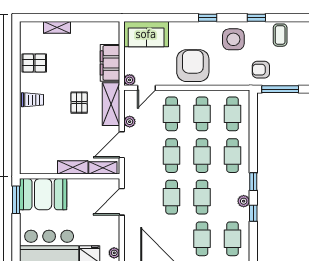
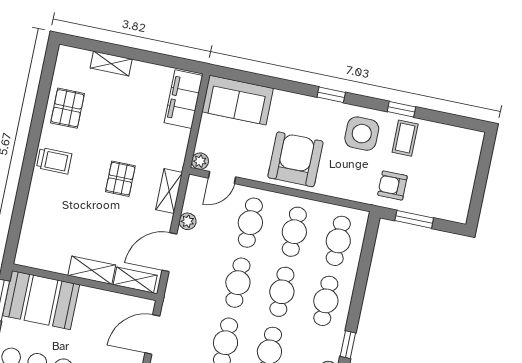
coffee table: (280, 35) -> (405, 138), moved
pallet: (34, 63) -> (68, 108), turned 90
filing cabinet: (110, 63) -> (183, 99), moved
window: (280, 89) -> (414, 219), width x0.69
shelving: (111, 104) -> (169, 191), width x0.67, depth x0.75

